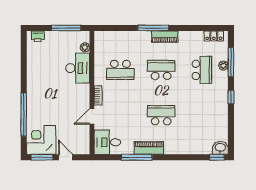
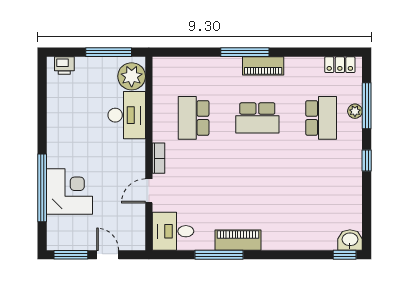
plant: (85, 47) -> (132, 76), width x1.87, depth x1.87
school desk: (120, 70) -> (194, 118), turned 90
school desk: (161, 70) -> (257, 118), turned 180
school desk: (161, 115) -> (257, 189), removed
corner desk: (41, 140) -> (70, 192), moved, turned 90

